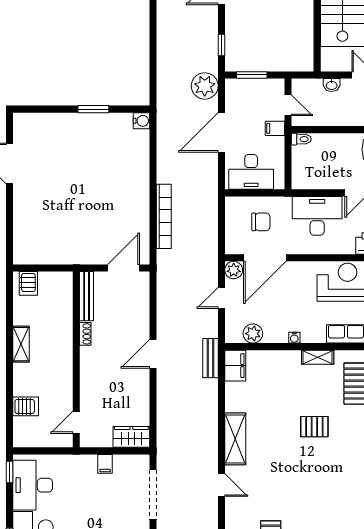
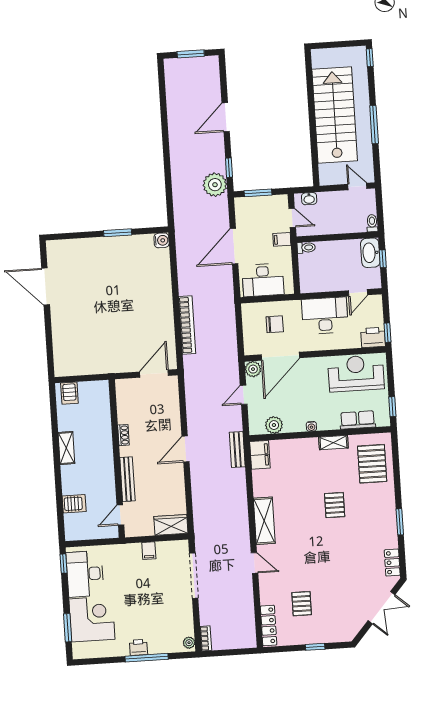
washbasin: (332, 85) -> (309, 199), moved
plant: (205, 86) -> (215, 185), moved
bench: (87, 296) -> (127, 479), moved
pallet: (314, 427) -> (335, 505), turned 90

